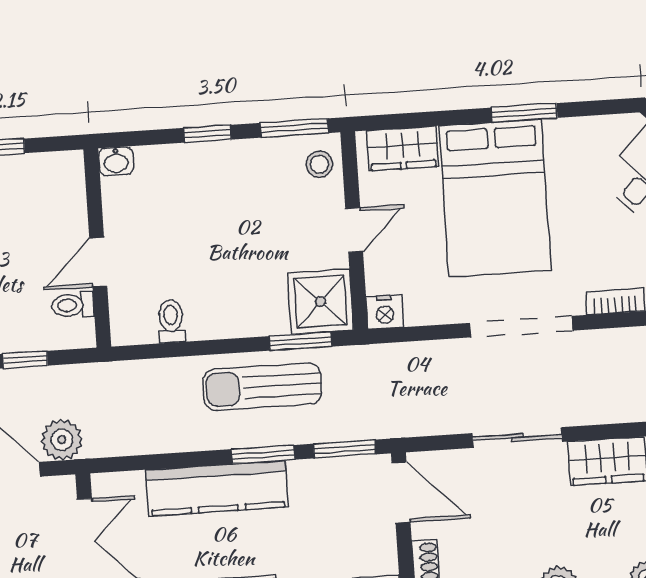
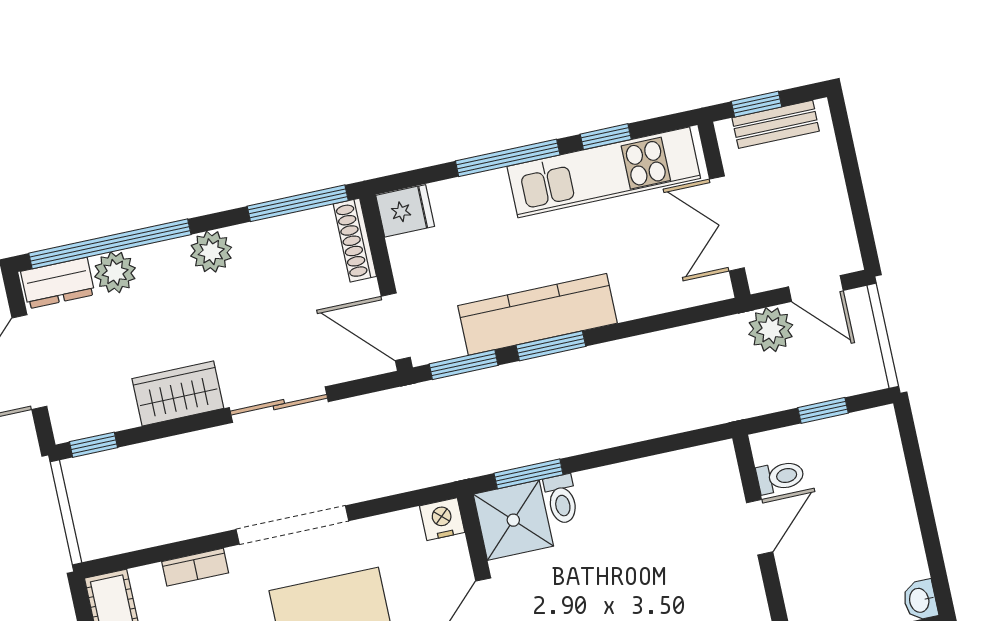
toilet: (171, 321) -> (561, 499), moved
sun lounger: (262, 387) -> (563, 419), removed
kitchen counter: (217, 488) -> (538, 314), moved

